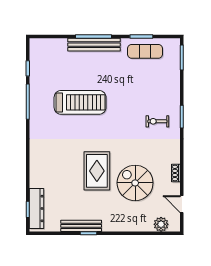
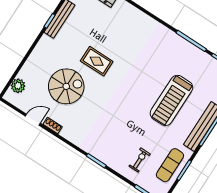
treadmill: (80, 102) -> (171, 100), moved
exercise bike: (157, 121) -> (140, 160), moved
rug: (97, 171) -> (97, 61), width x0.73, depth x0.70
door: (182, 204) -> (33, 120), moved

